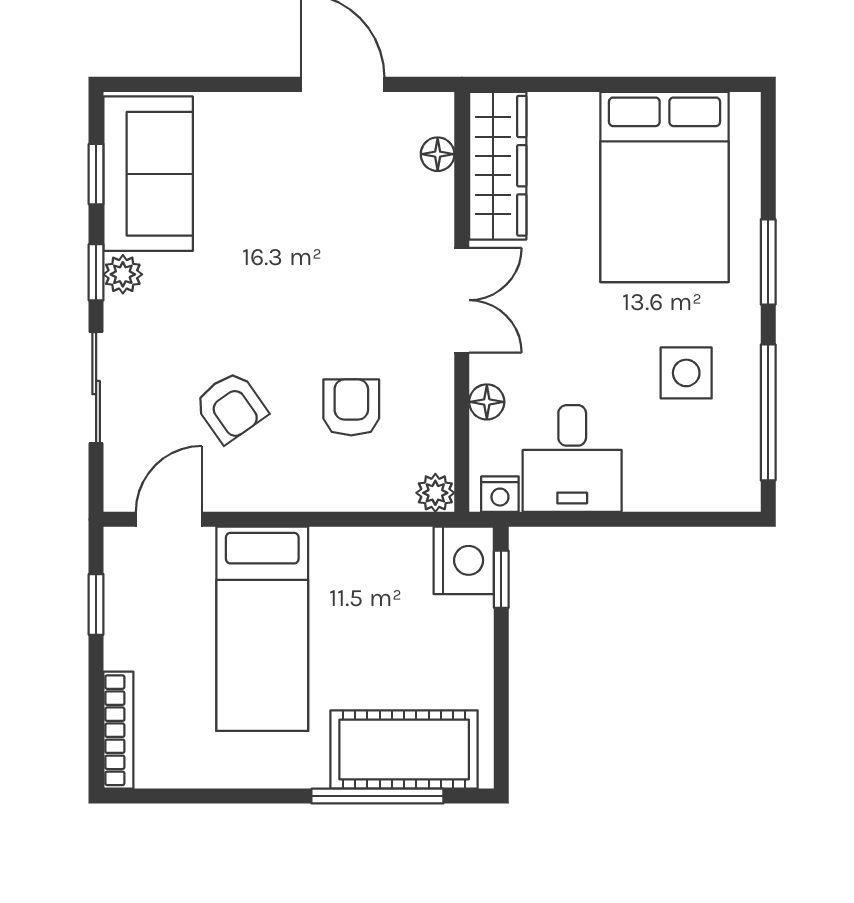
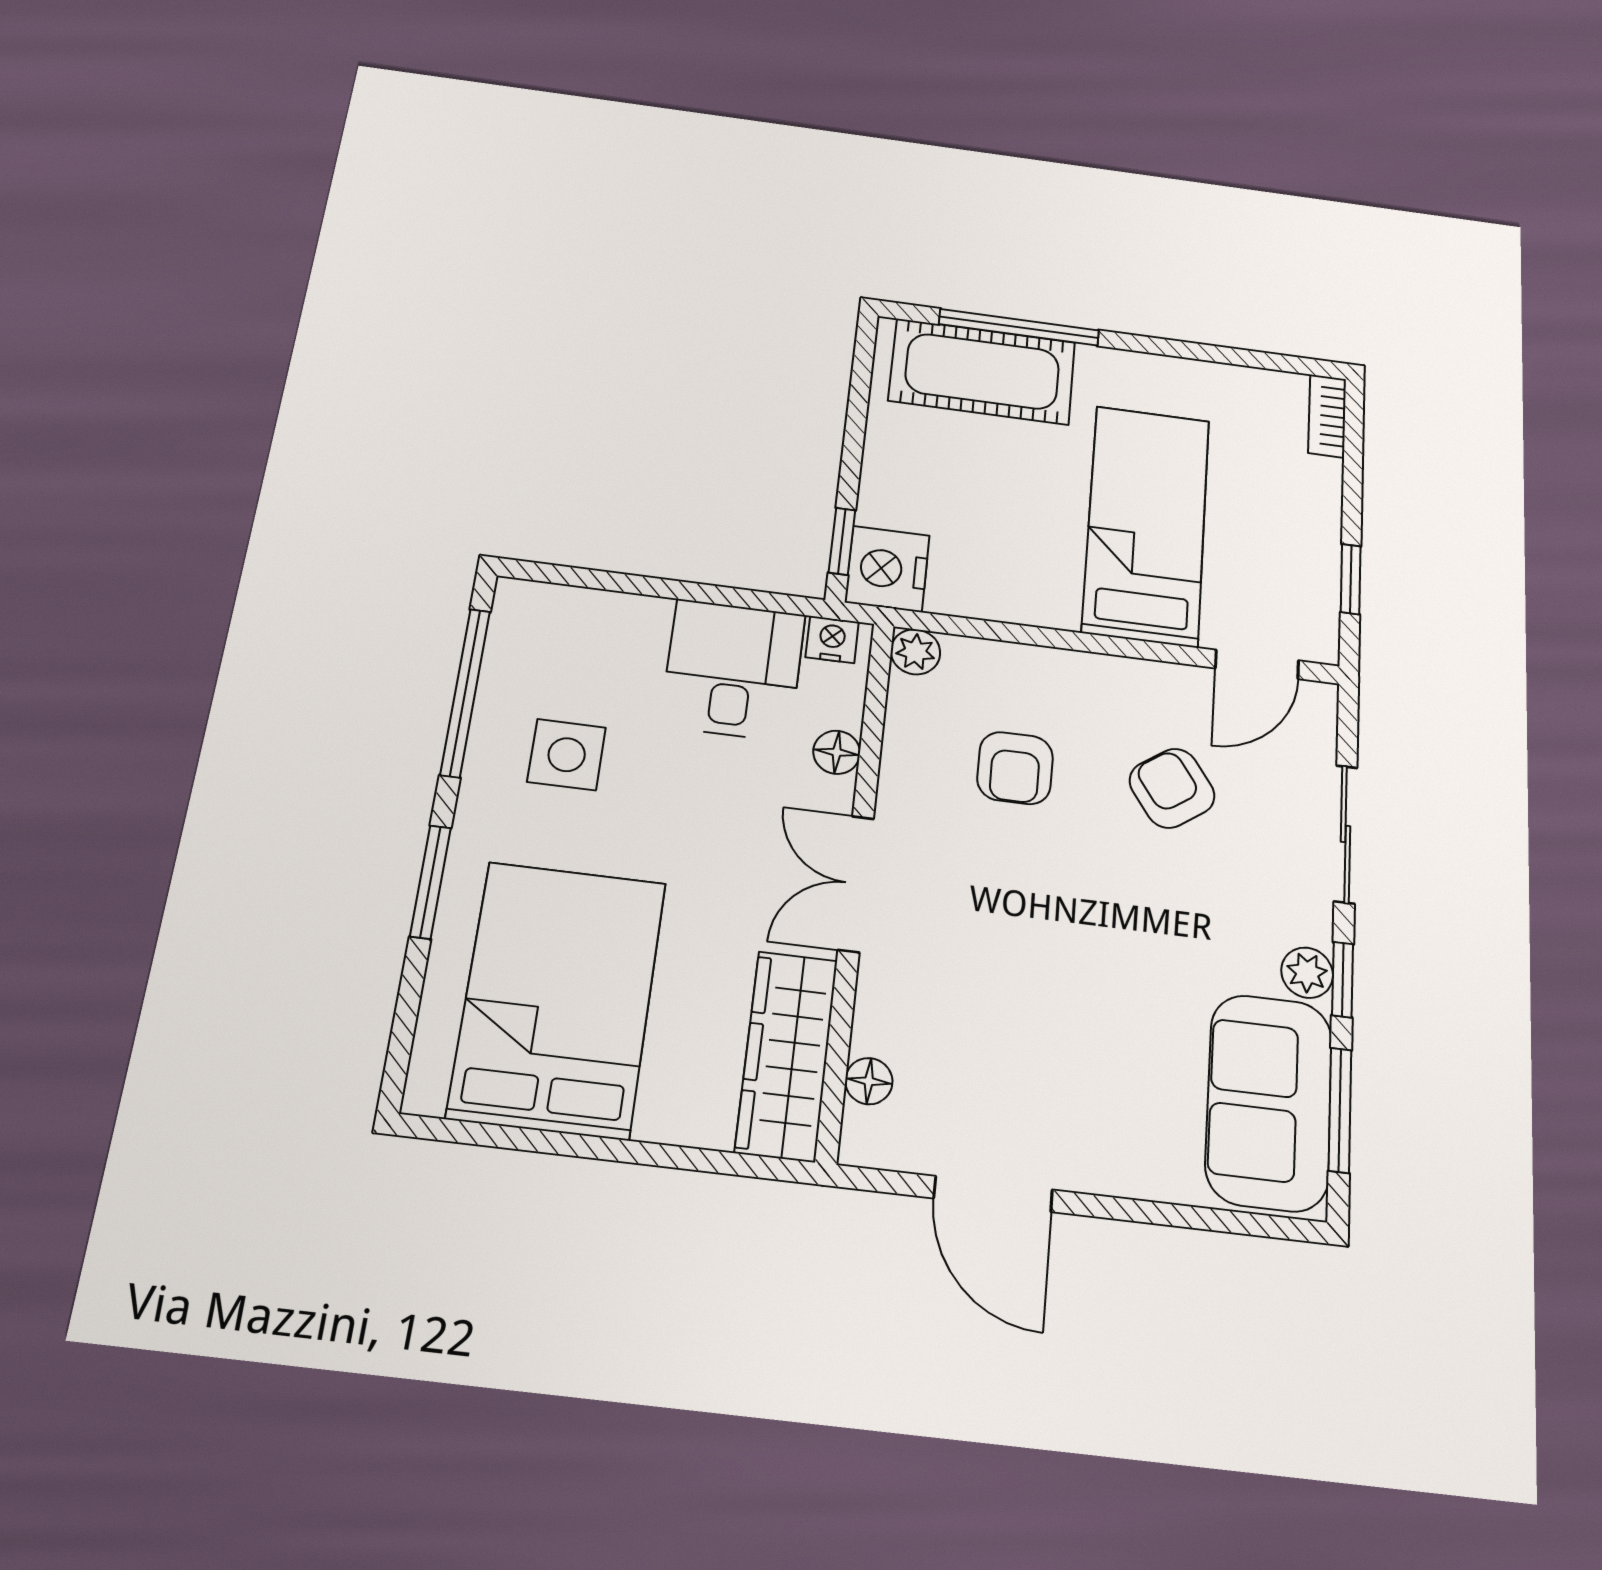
window: (96, 174) -> (1340, 1110), width x1.50
bookcase: (118, 730) -> (1327, 416), width x0.64

